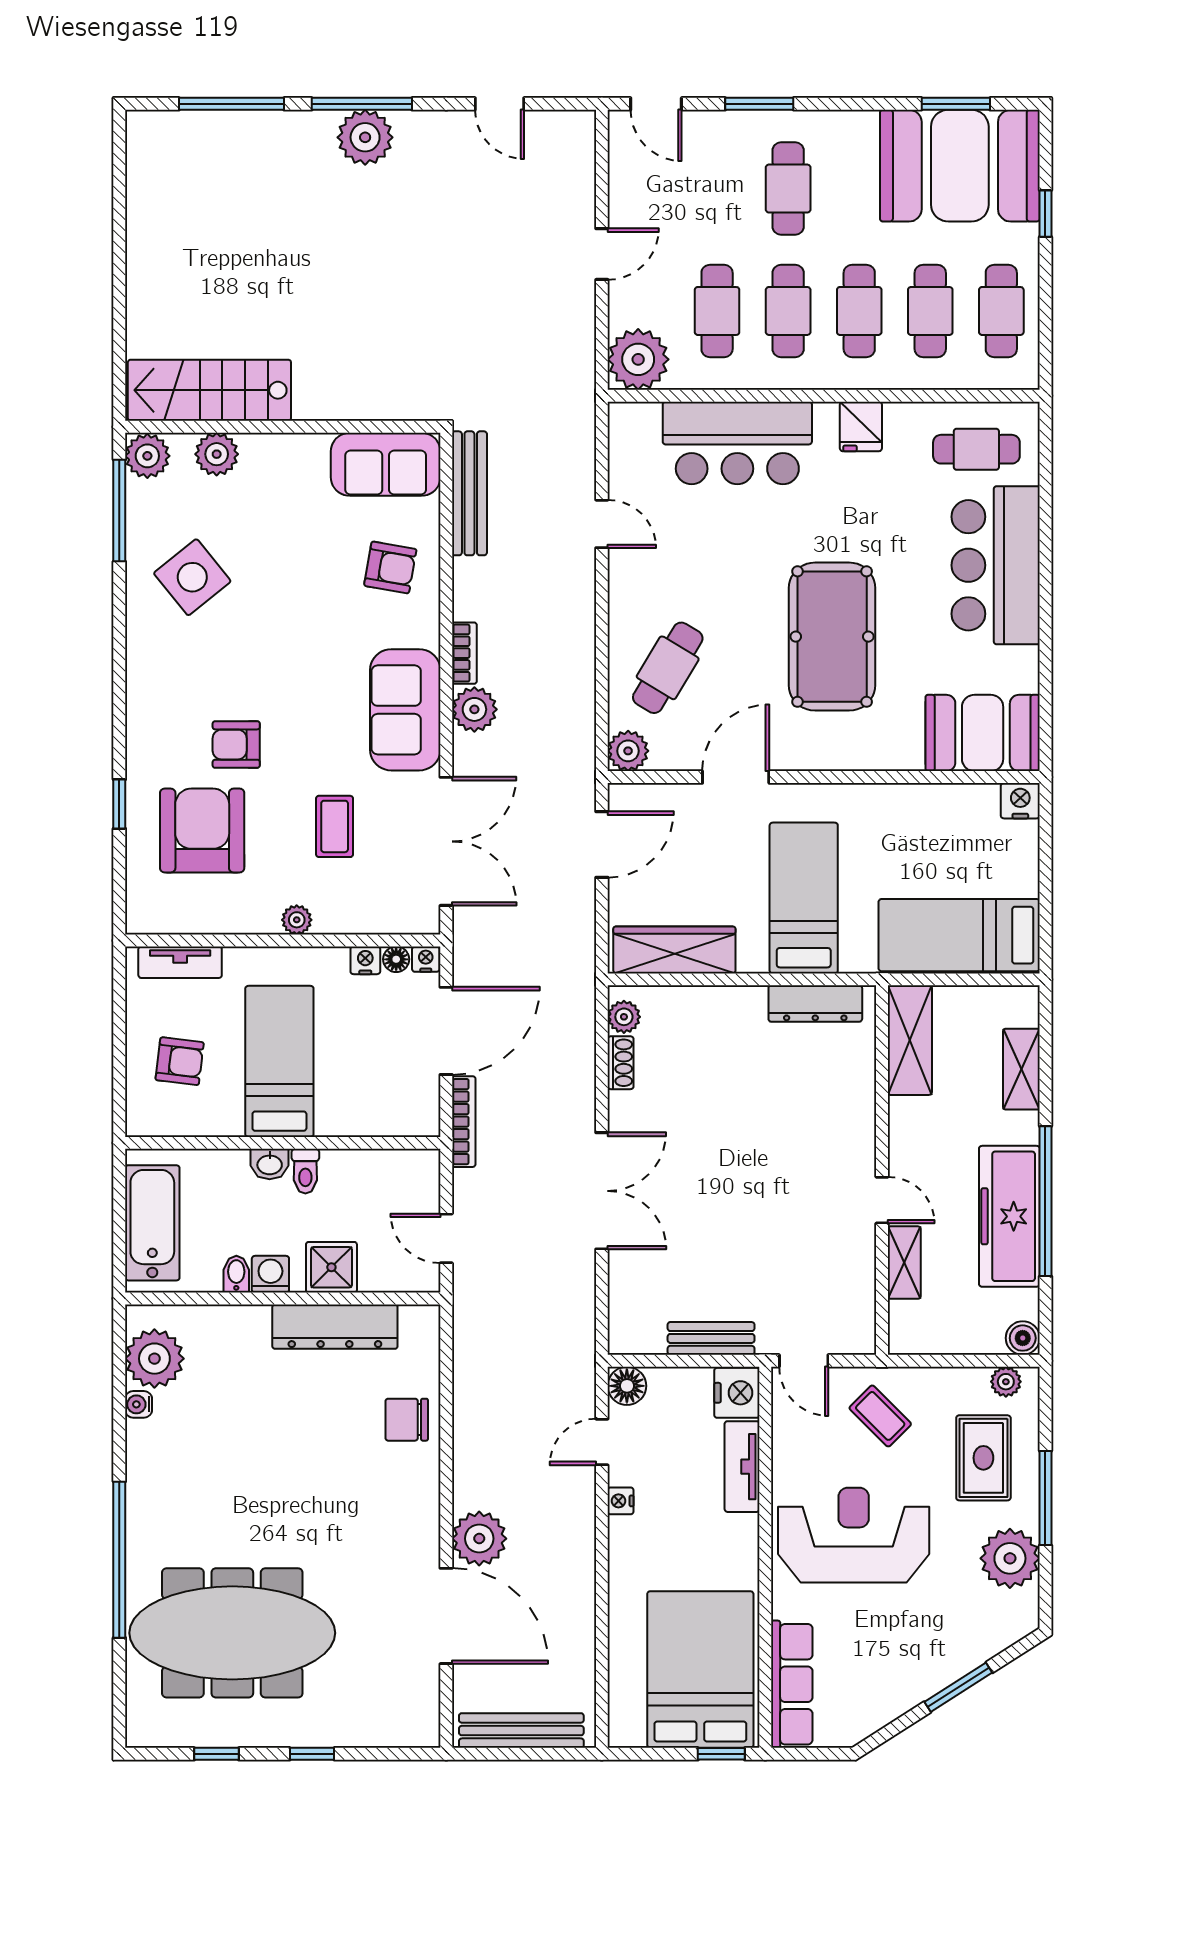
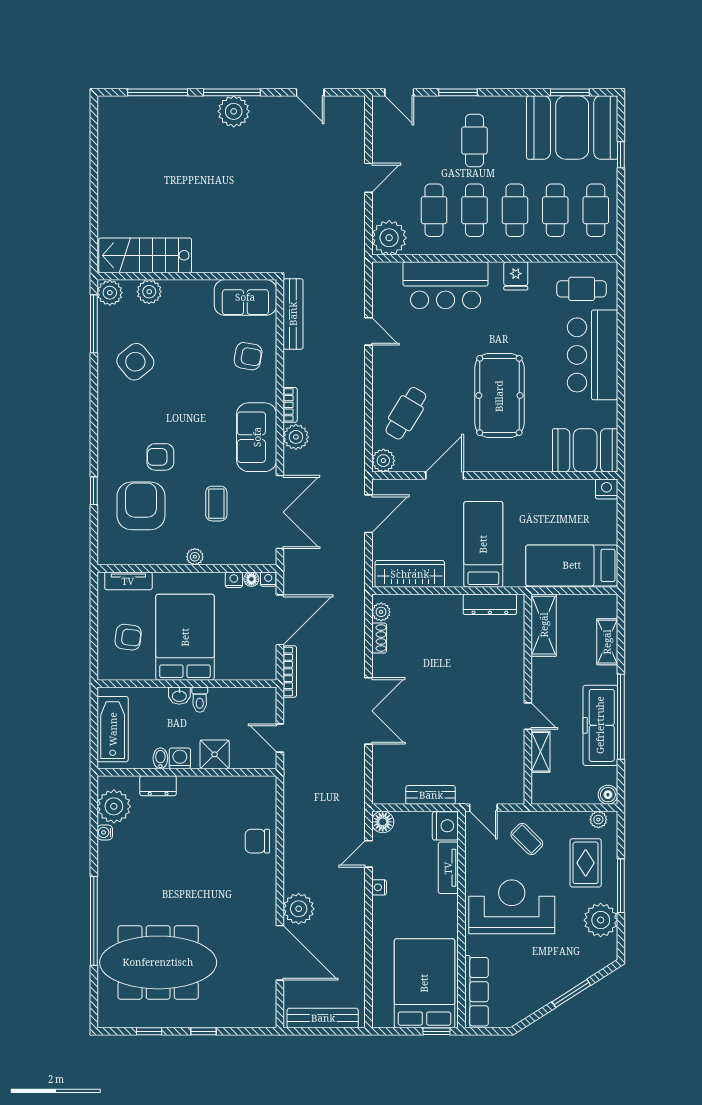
bed: (279, 1061) -> (185, 637), width x1.50
dresser: (335, 1327) -> (158, 786), moved, width x0.51, depth x0.80

